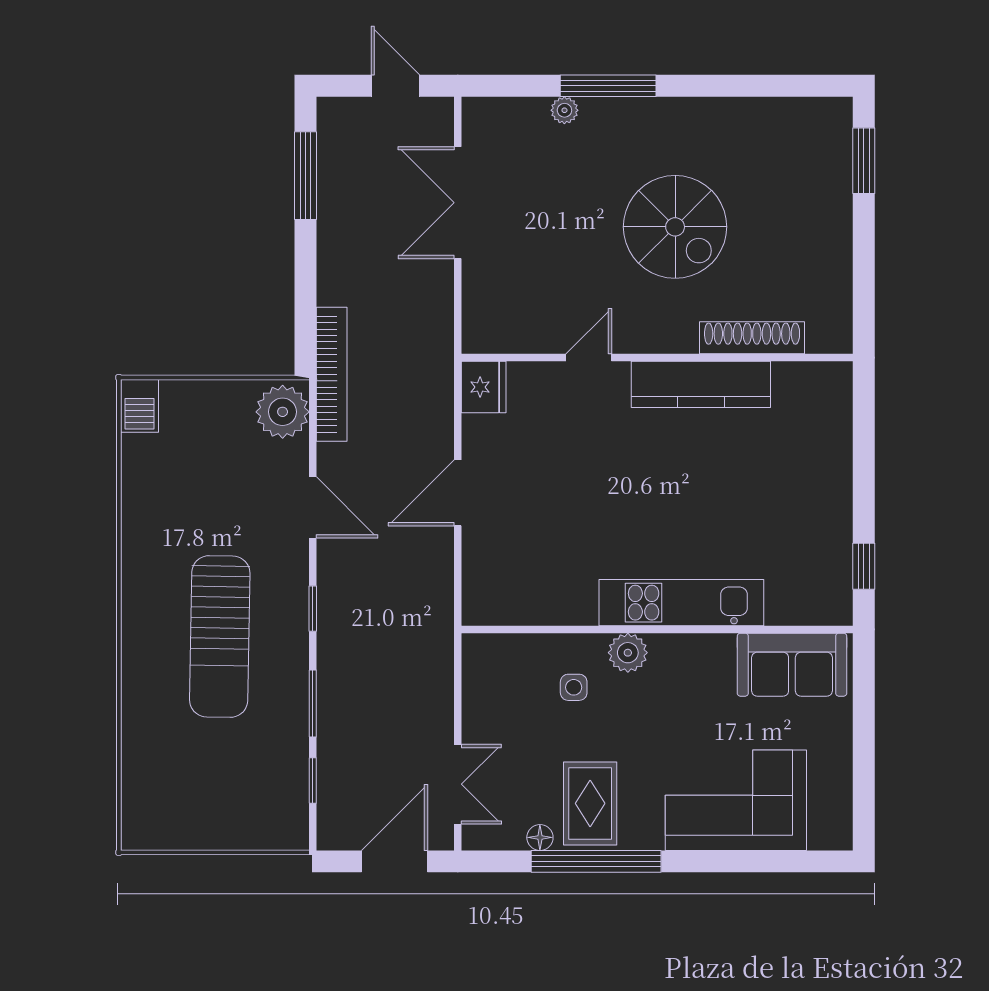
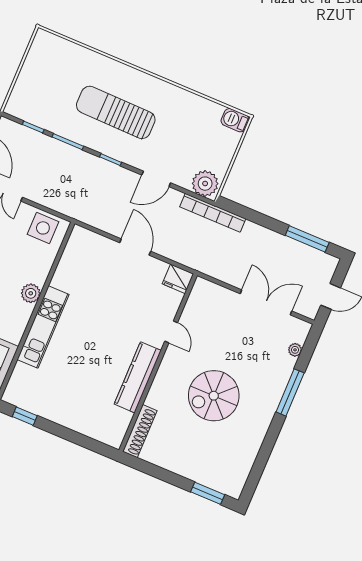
plant: (564, 110) -> (295, 350), moved
shoe rack: (752, 338) -> (140, 431), moved
side table: (574, 687) -> (43, 228), moved, width x1.87, depth x1.87

